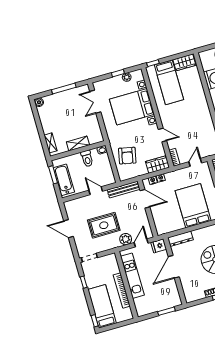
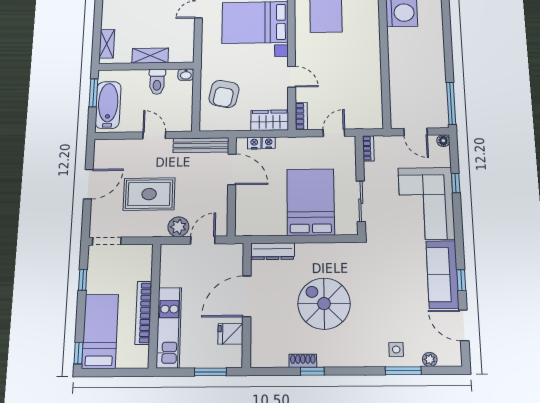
door: (68, 229) -> (88, 184), swing flipped
fridge: (159, 246) -> (230, 334), moved
kitchen unit: (132, 276) -> (169, 328), moved

